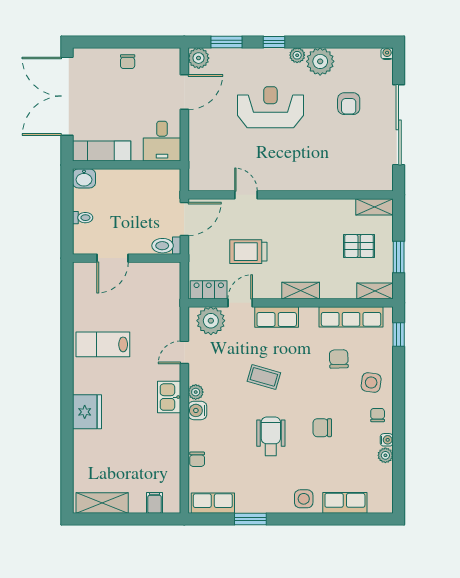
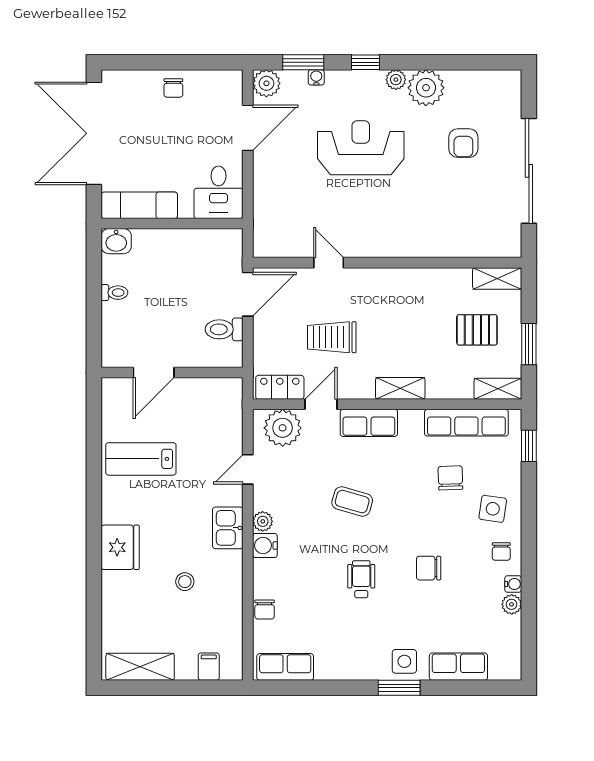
water cooler: (387, 54) -> (316, 77), moved
door: (113, 258) -> (154, 373), moved
wall: (127, 258) -> (172, 373), moved
chair: (378, 415) -> (501, 551), turned 180
wheelchair: (271, 436) -> (361, 579), width x0.73, depth x0.73
stool: (136, 438) -> (185, 582), added
window: (250, 519) -> (399, 688), moved

